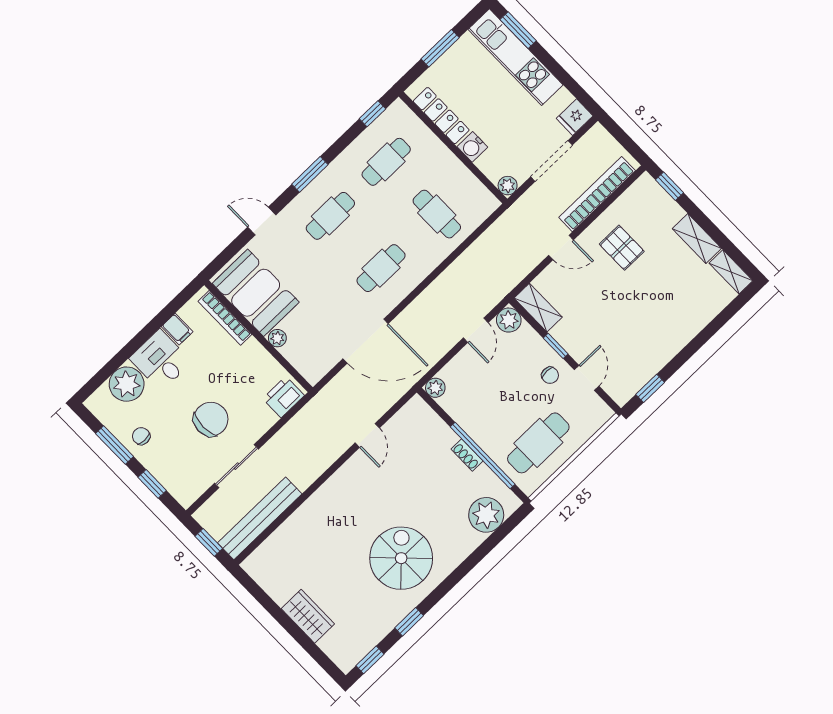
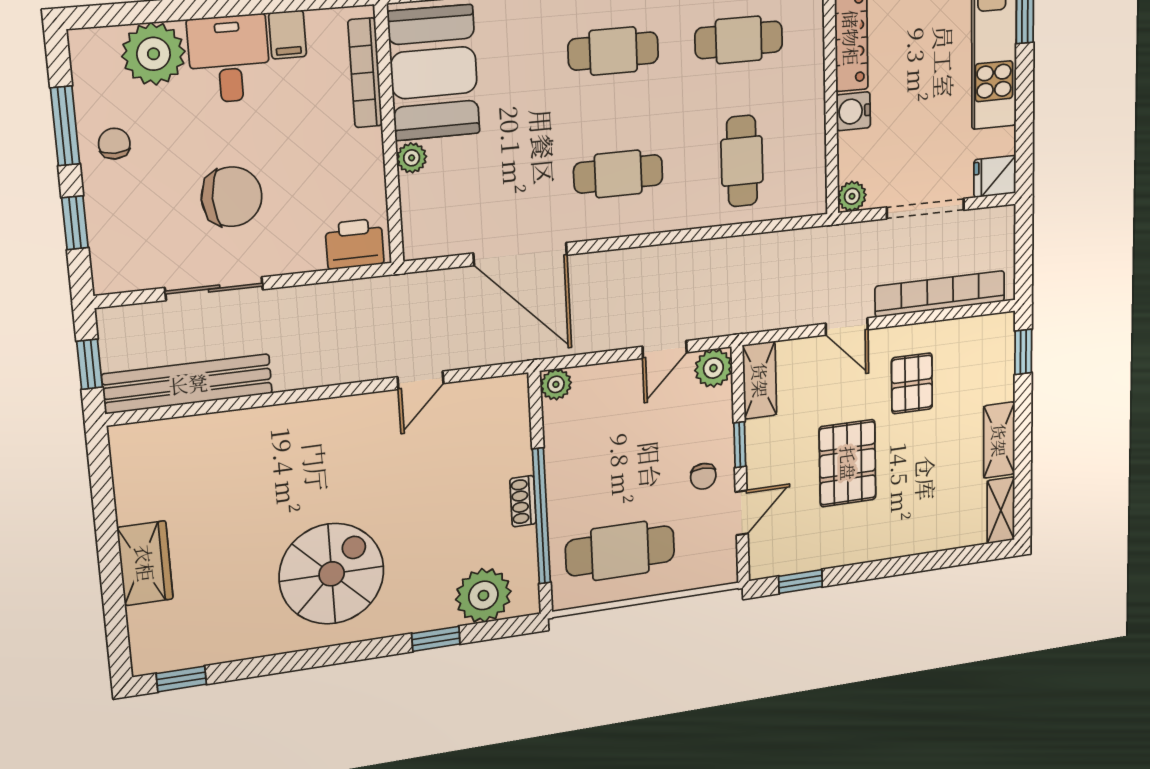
pallet: (622, 312) -> (848, 463), added
window: (409, 622) -> (436, 639), moved

